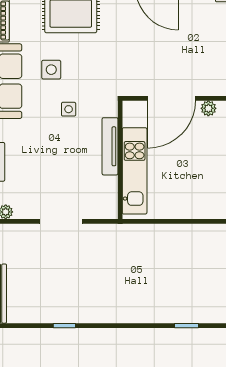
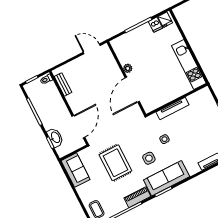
door: (172, 98) -> (132, 90), swing flipped
kitchen unit: (135, 171) -> (189, 64), moved, turned -90

